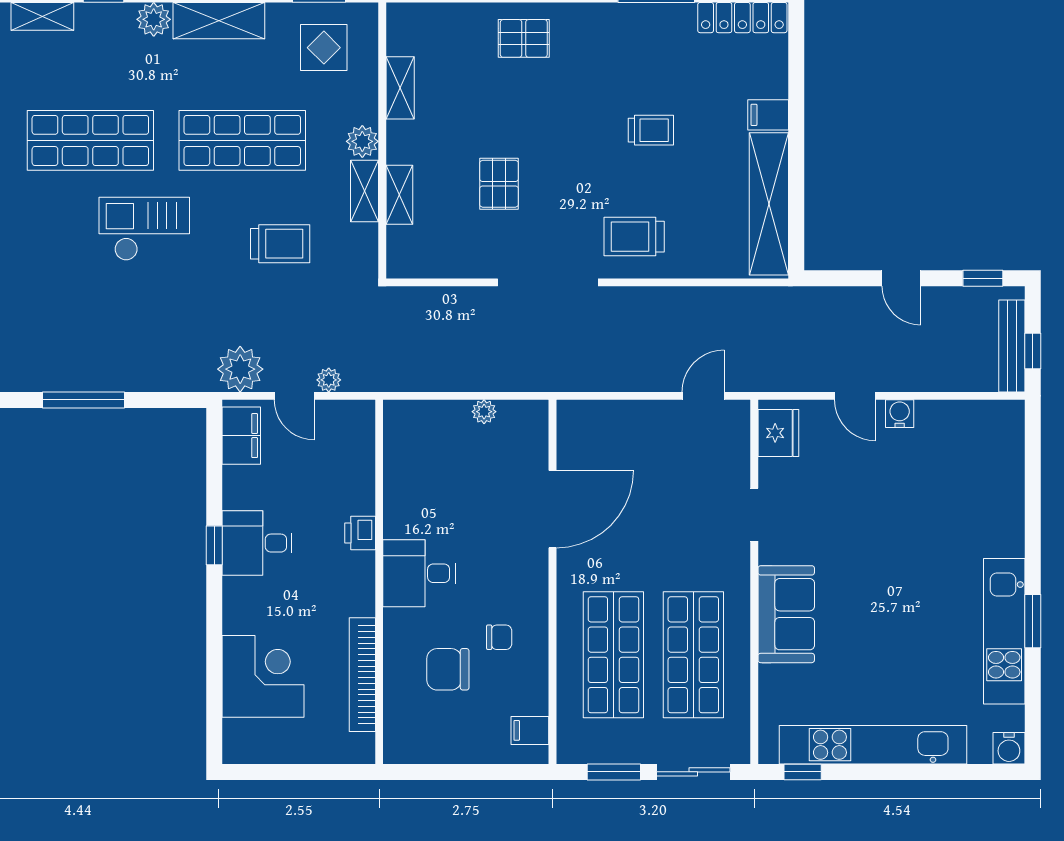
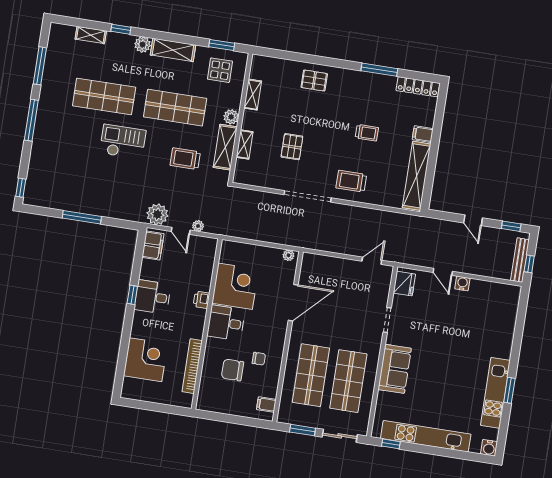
shelving: (365, 191) -> (225, 147), width x1.50, depth x1.33
trolley: (280, 244) -> (185, 159), turned 180
plant: (484, 412) -> (289, 255), moved
corner desk: (426, 494) -> (235, 286), added

